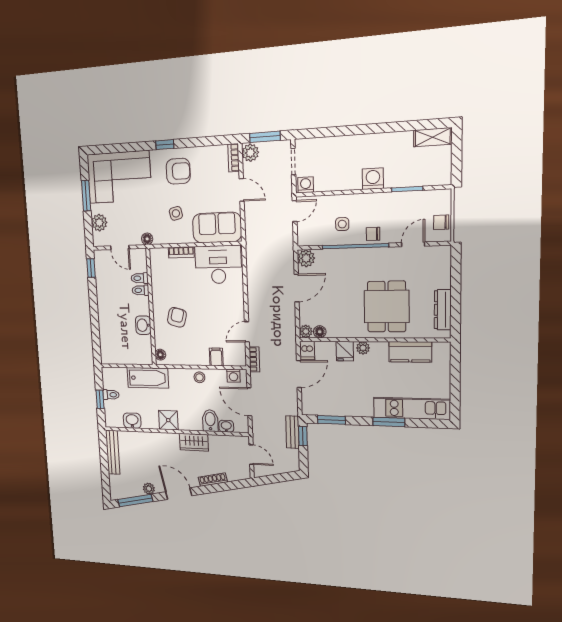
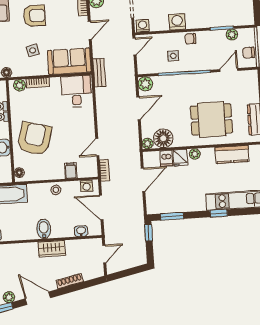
washing machine: (373, 179) -> (177, 22), moved
door: (242, 190) -> (90, 30), hinge flipped
plant: (420, 198) -> (232, 34), added
chair: (373, 234) -> (190, 39), moved
plant: (161, 254) -> (20, 85), added
desk: (218, 265) -> (76, 92), width x0.73
dining table: (387, 307) -> (212, 119), turned 90
armchair: (177, 317) -> (34, 139), width x1.88, depth x1.88
floor lamp: (320, 332) -> (163, 138), width x1.89, depth x1.89
dishwasher: (307, 350) -> (166, 158), moved
shower: (168, 420) -> (27, 231), removed
bidet: (210, 421) -> (44, 229), moved
window: (389, 422) -> (219, 213), width x0.67
bench: (293, 432) -> (99, 73), moved
door: (251, 455) -> (104, 254), hinge flipped

